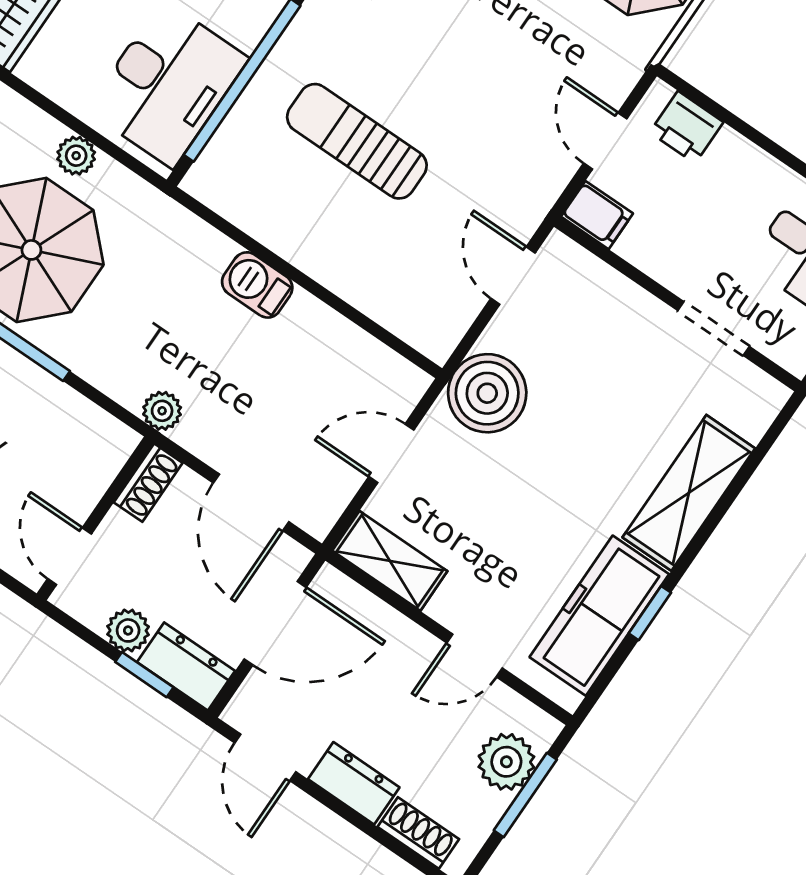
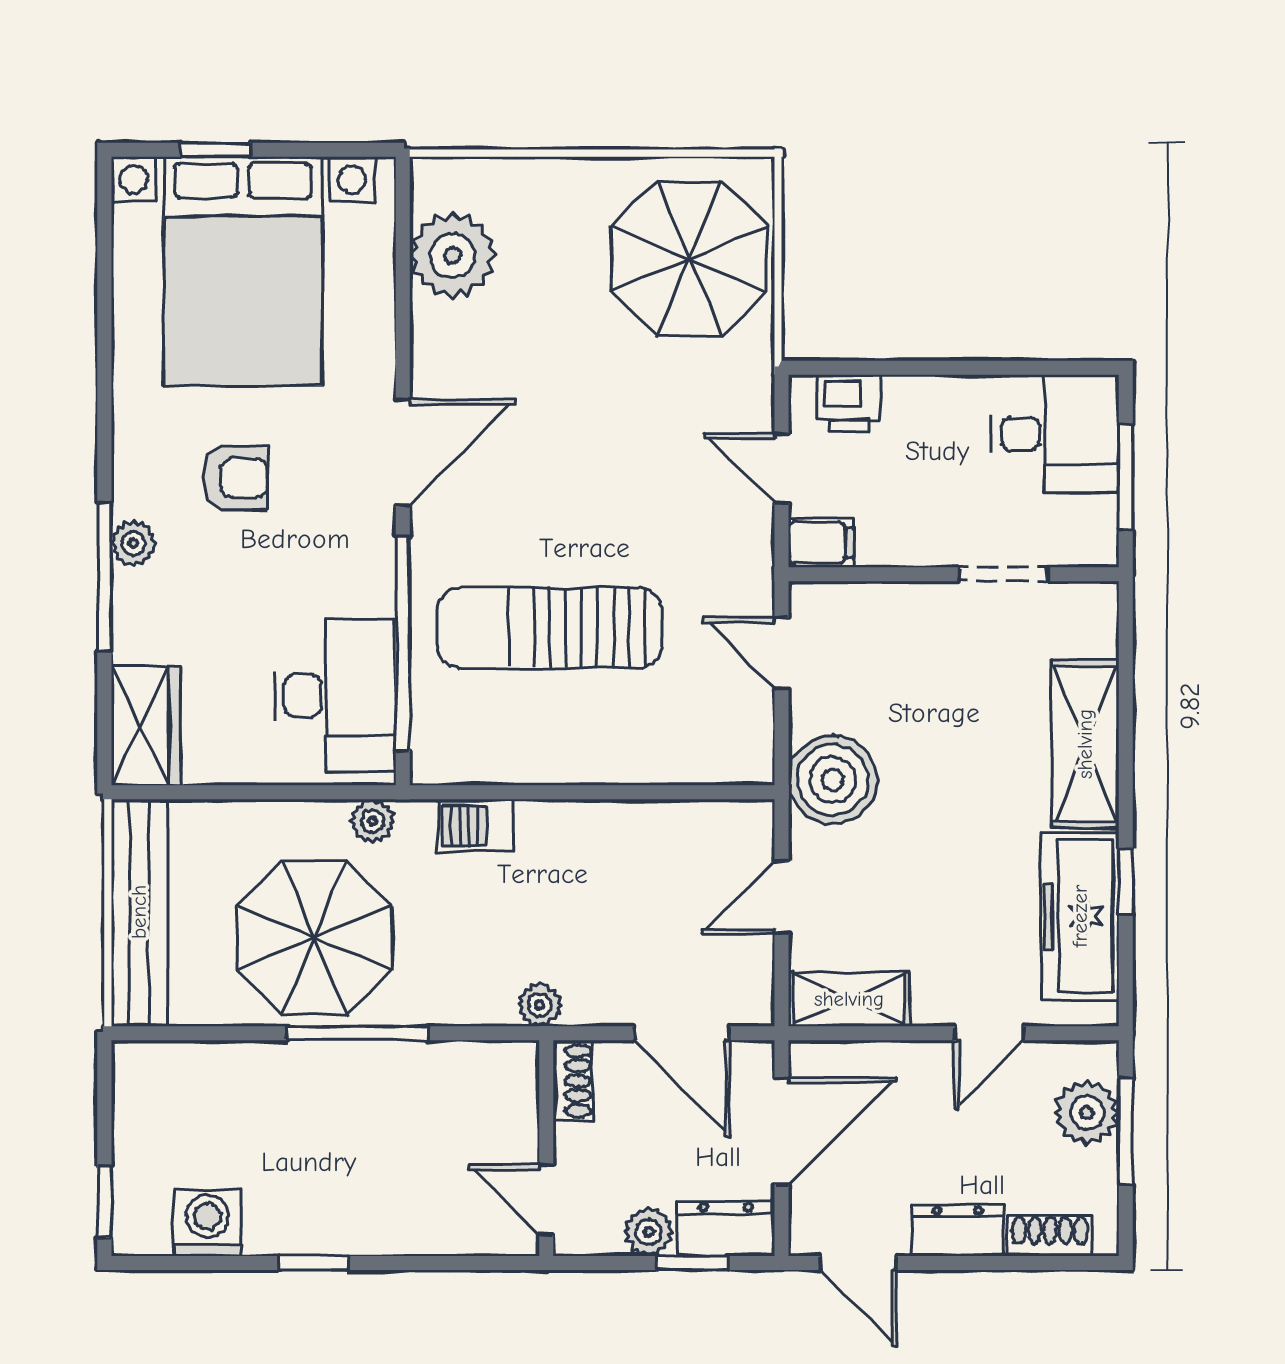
sun lounger: (357, 141) -> (549, 628), width x1.36, depth x1.34
plant: (76, 156) -> (372, 821), moved
barbecue: (257, 285) -> (476, 826), moved

